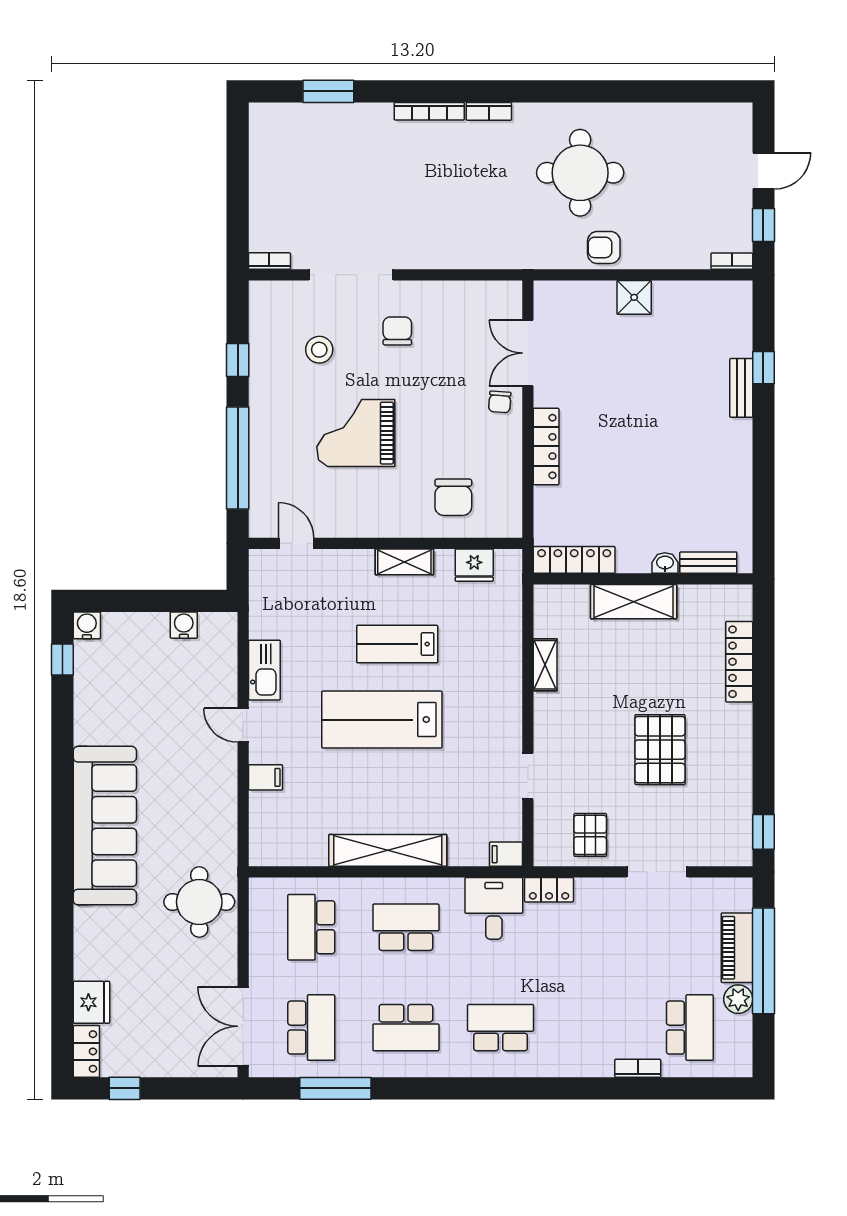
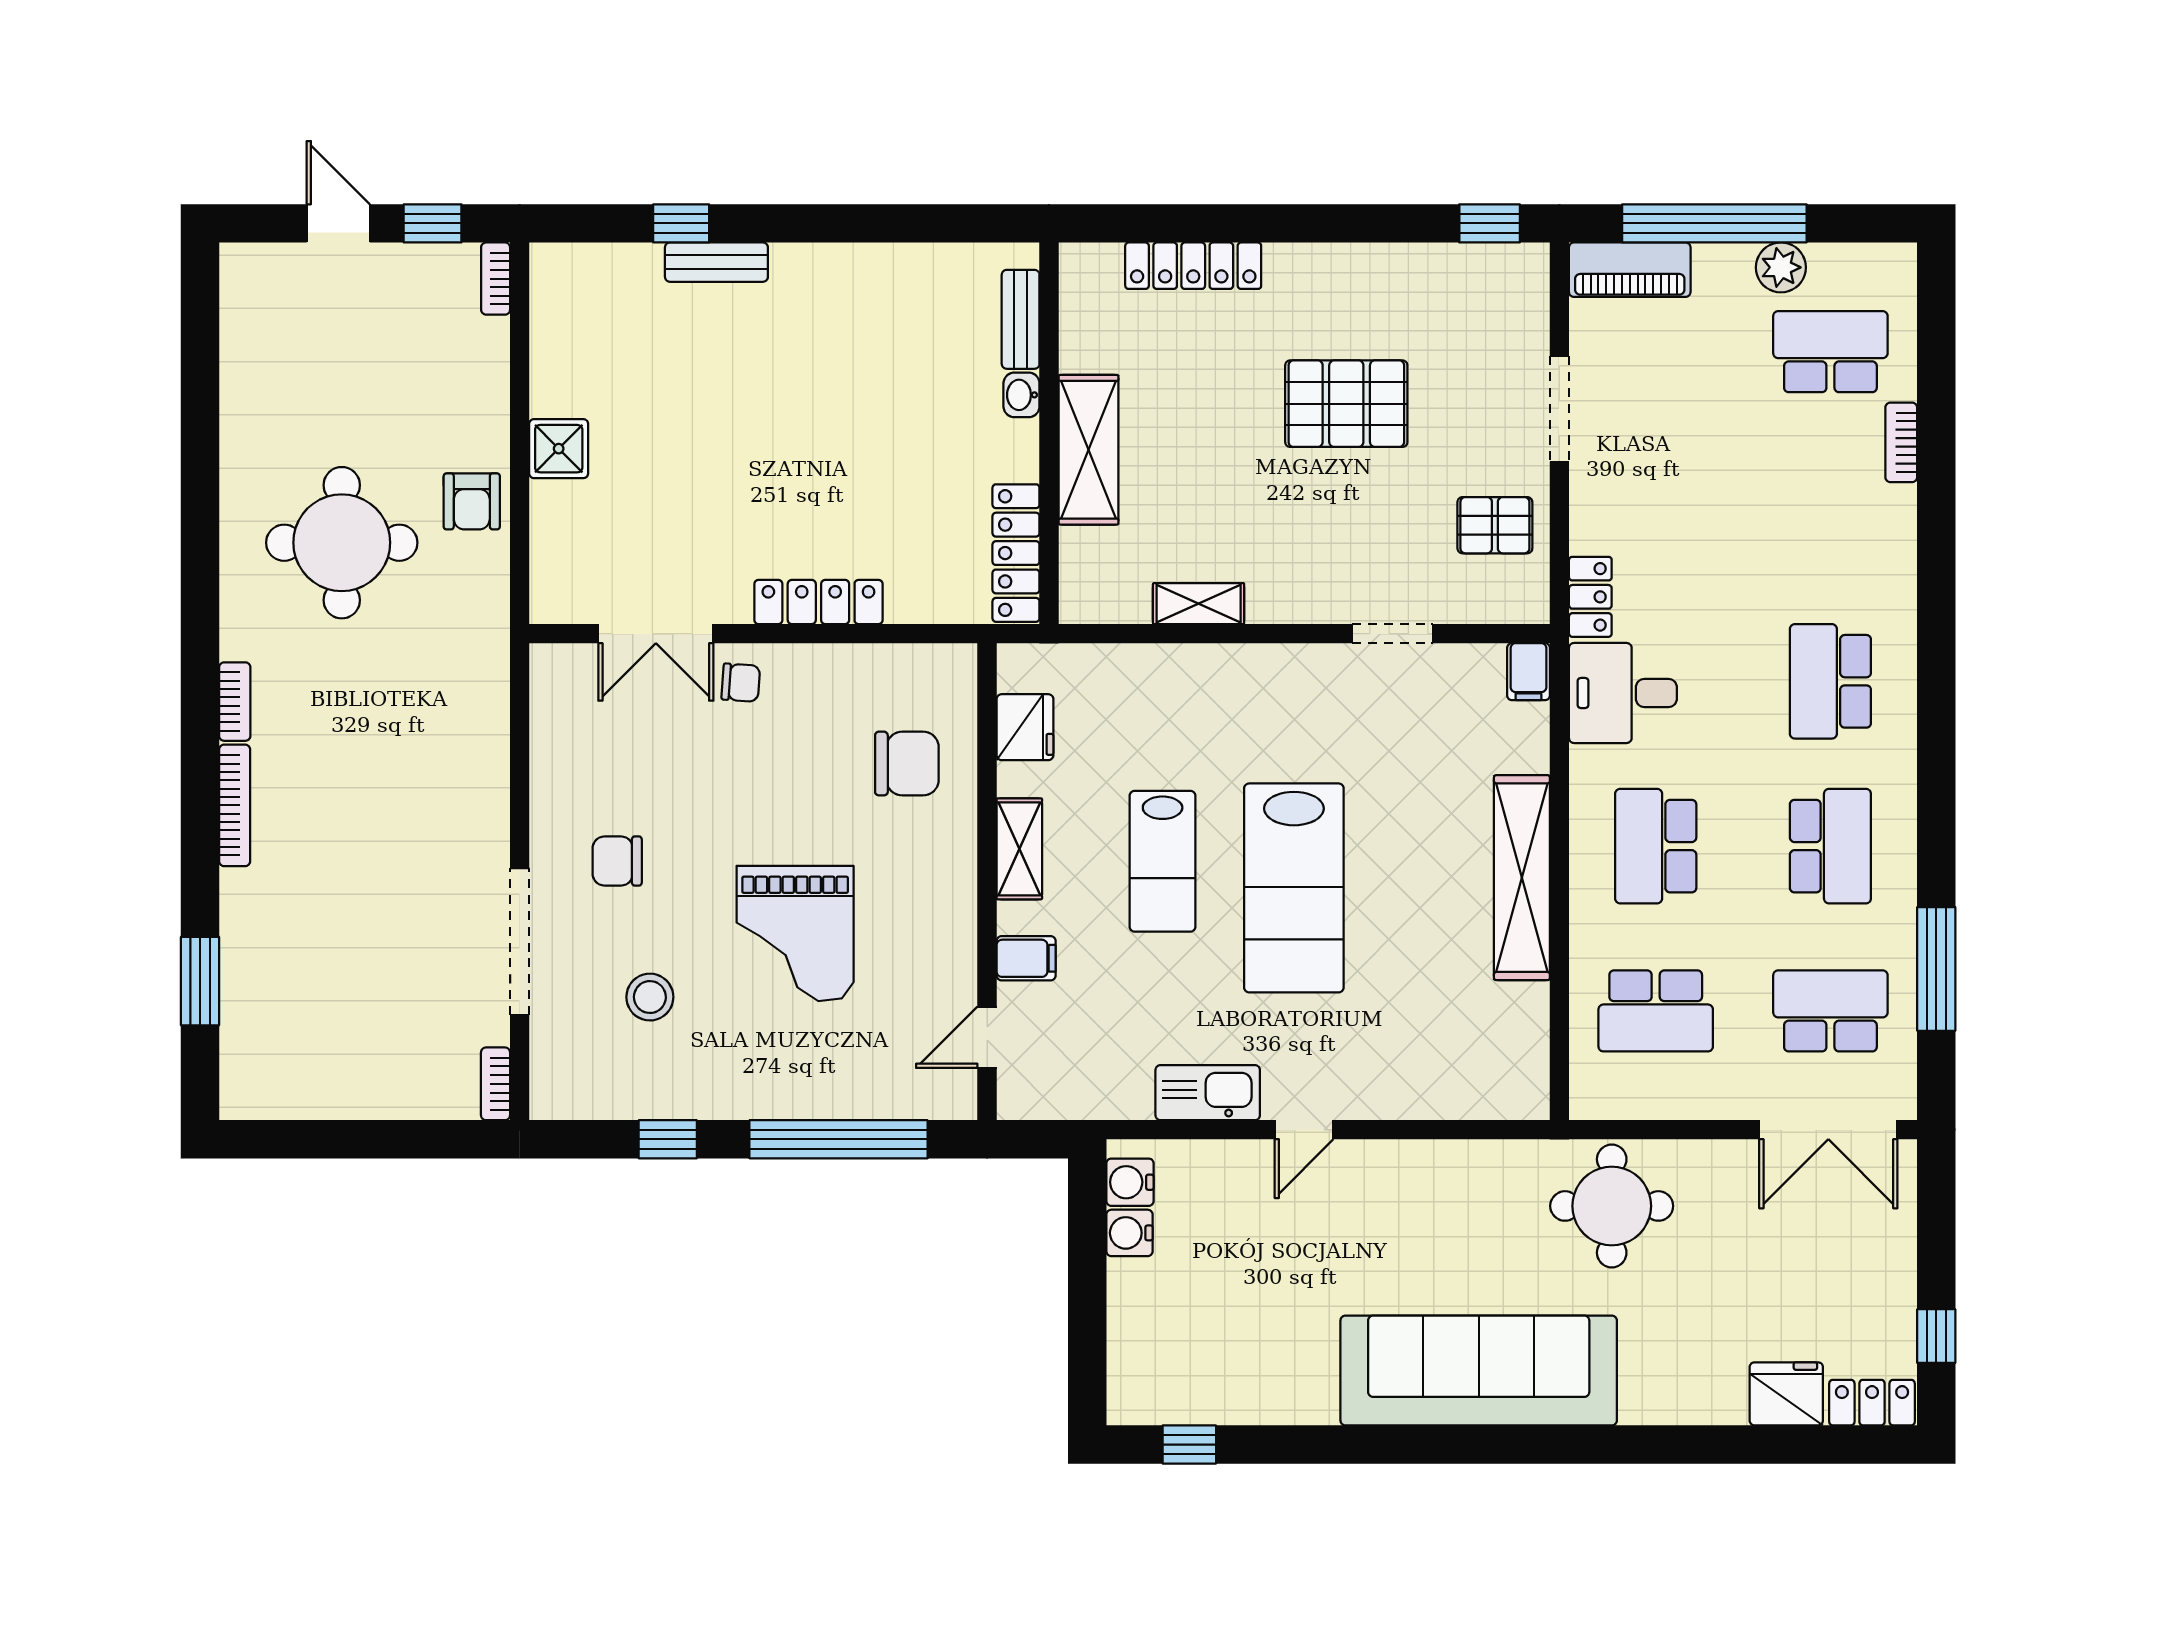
water cooler: (87, 625) -> (1130, 1182), moved
filing cabinet: (266, 777) -> (1026, 958), moved, turned 90
piano: (737, 948) -> (1630, 270), moved

